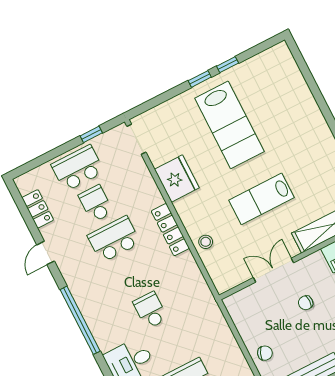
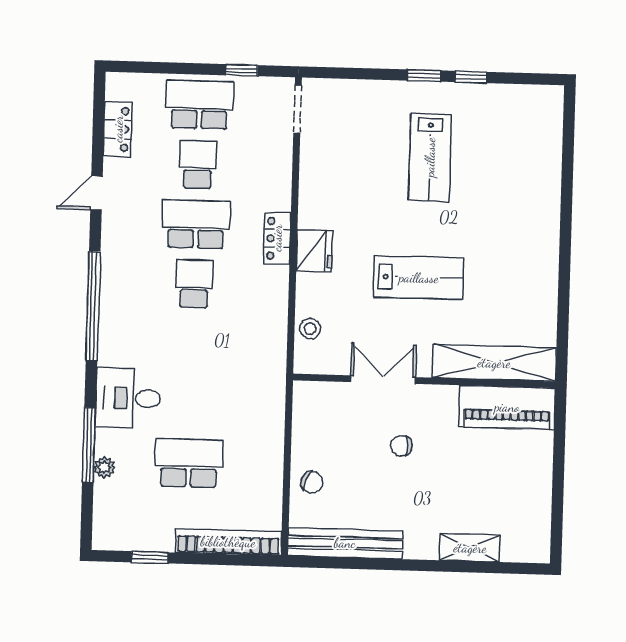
lab bench: (229, 125) -> (430, 157), width x0.73, depth x0.72
fridge: (177, 179) -> (314, 251), moved, width x0.73, depth x0.75
lab bench: (261, 199) -> (419, 278), turned 180
locker: (170, 230) -> (277, 238), width x0.66
stool: (206, 242) -> (310, 329), moved
school desk: (150, 310) -> (194, 284), moved

